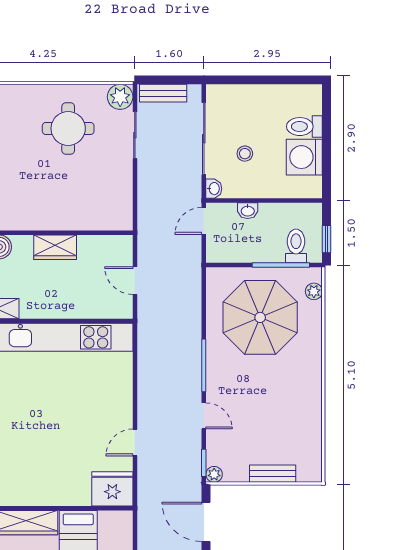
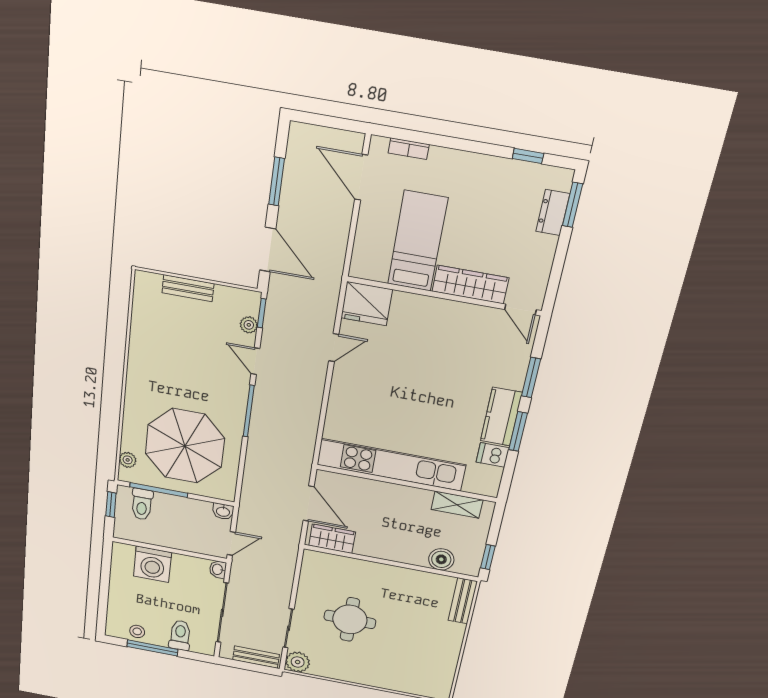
window: (271, 80) -> (152, 648), added
toilet: (304, 127) -> (180, 635), moved, turned -90
round table: (68, 128) -> (350, 619), moved
stool: (245, 154) -> (137, 631), moved
washing machine: (304, 157) -> (153, 564), moved, turned 90
washbasin: (248, 211) -> (223, 511), moved, turned 180
wardrobe: (55, 247) -> (332, 539), moved
door: (135, 281) -> (309, 504), width x1.38
plant: (214, 474) -> (249, 325), moved

